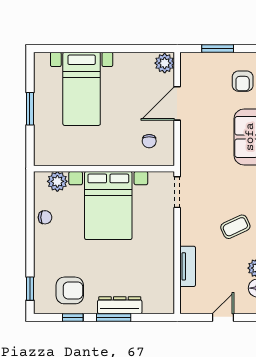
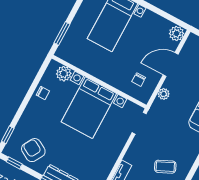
window: (30, 109) -> (62, 33), moved
plant: (188, 142) -> (164, 94), added
armchair: (70, 290) -> (33, 150), turned -150
window: (73, 318) -> (14, 163), moved

